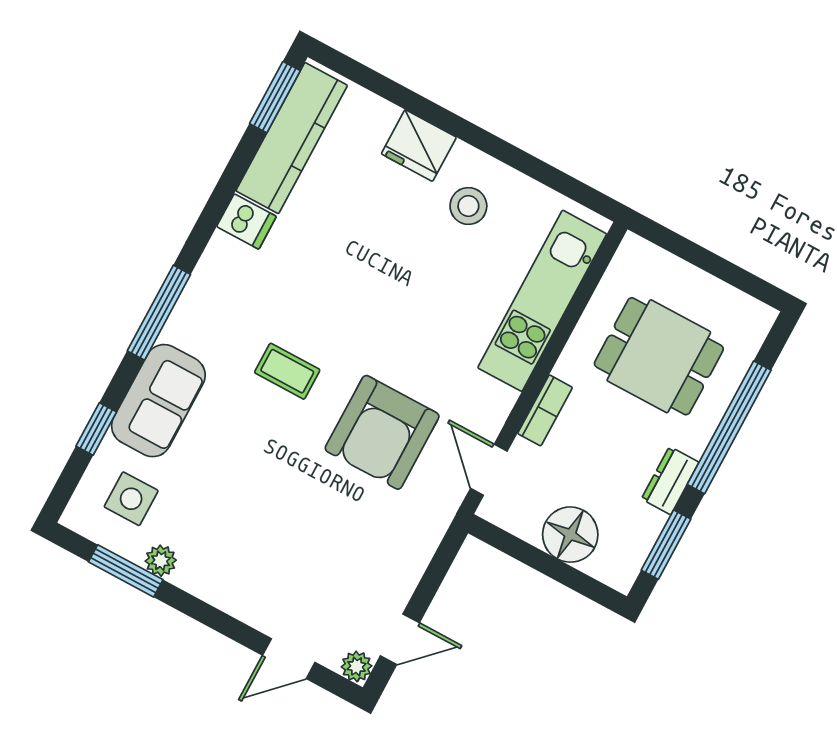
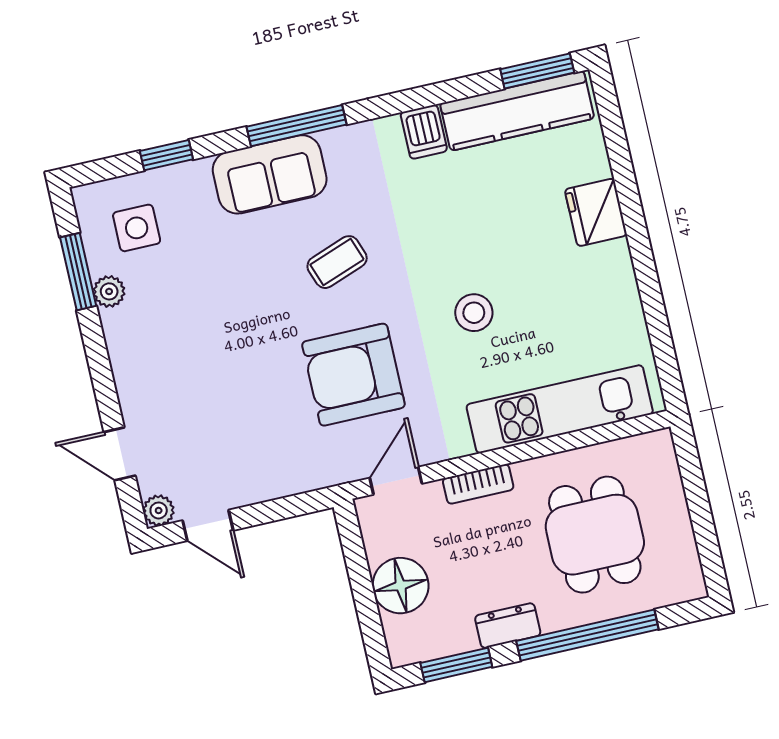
stool: (468, 206) -> (474, 313), moved
coffee table: (287, 371) -> (337, 262), turned 70
sofa: (158, 401) -> (270, 174), moved

